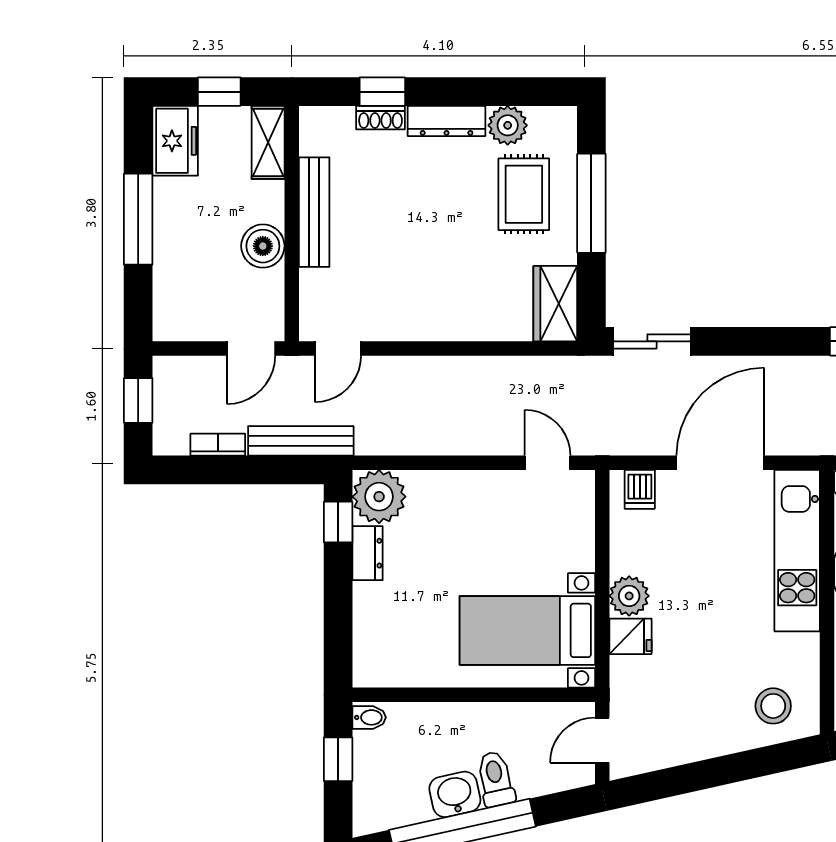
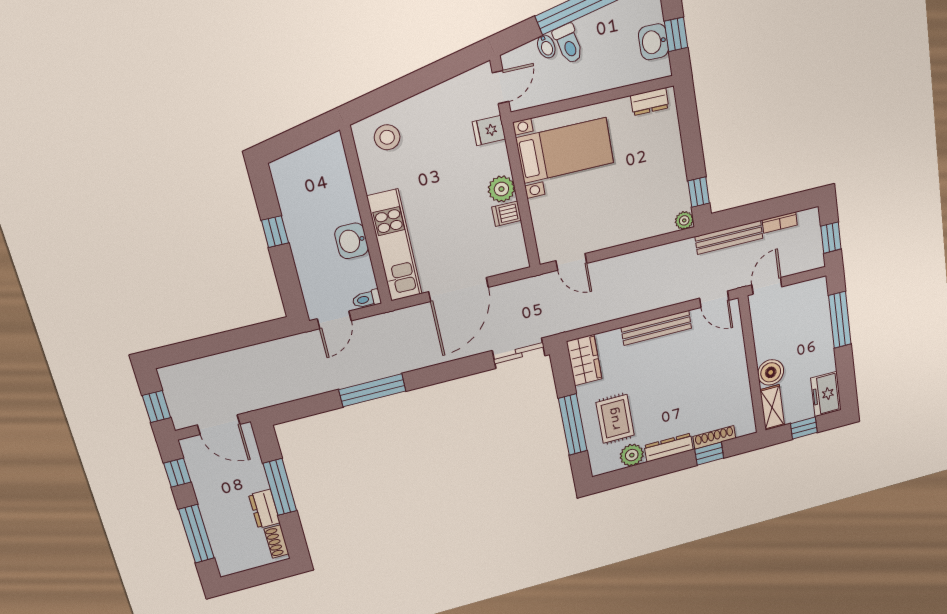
shoe rack: (381, 118) -> (714, 437), width x1.43
bench: (314, 212) -> (656, 328), moved, turned 90
window: (138, 219) -> (840, 320), moved
boiler: (263, 246) -> (771, 372), moved
door: (338, 349) -> (714, 299), swing flipped
dishwasher: (640, 489) -> (507, 214), moved, turned -90
plant: (379, 497) -> (684, 220), width x0.53, depth x0.53
dresser: (368, 553) -> (650, 102), moved, turned -90
fridge: (630, 636) -> (489, 130), moved
bidet: (369, 717) -> (546, 46), moved, turned -102
washbasin: (455, 794) -> (653, 42), moved, turned 102

